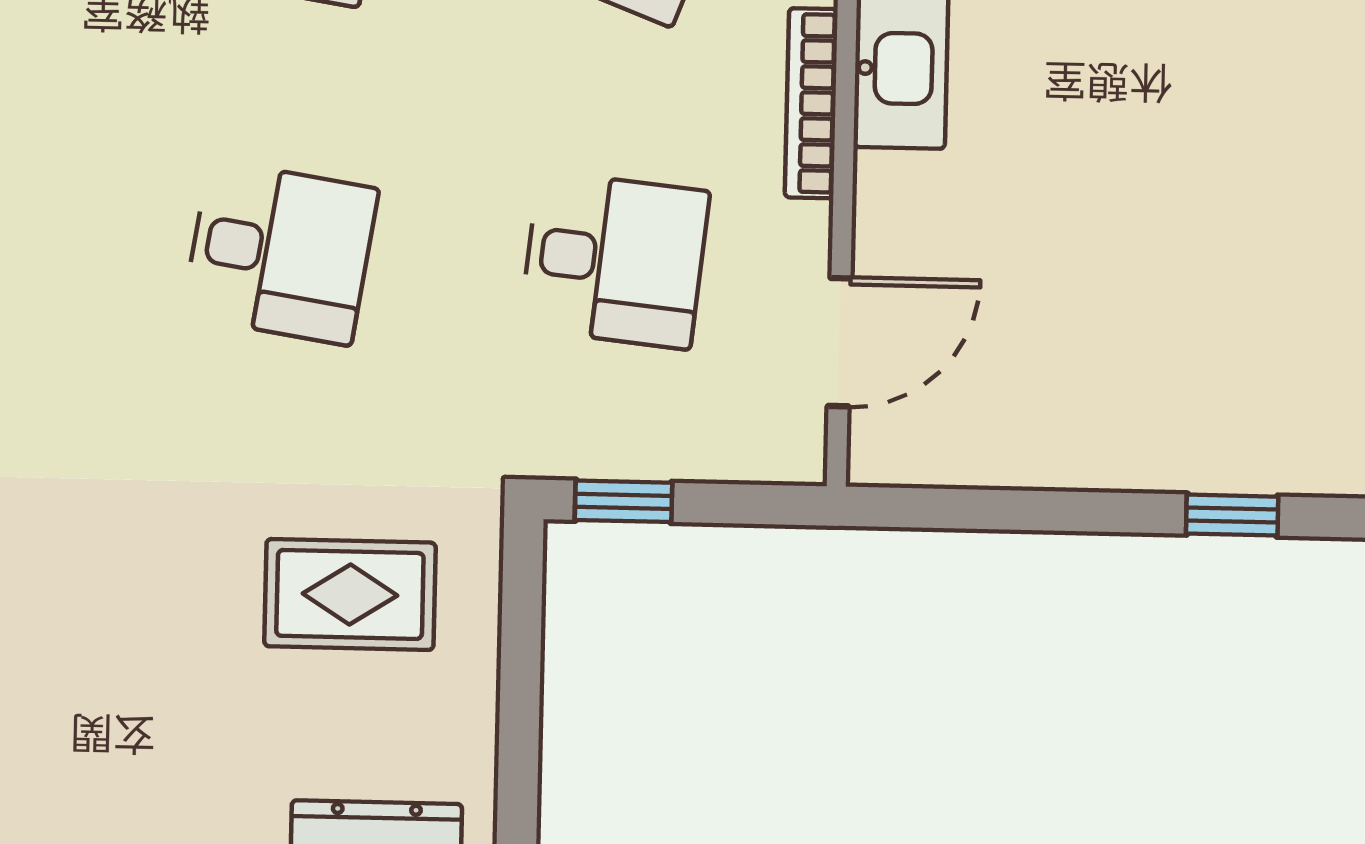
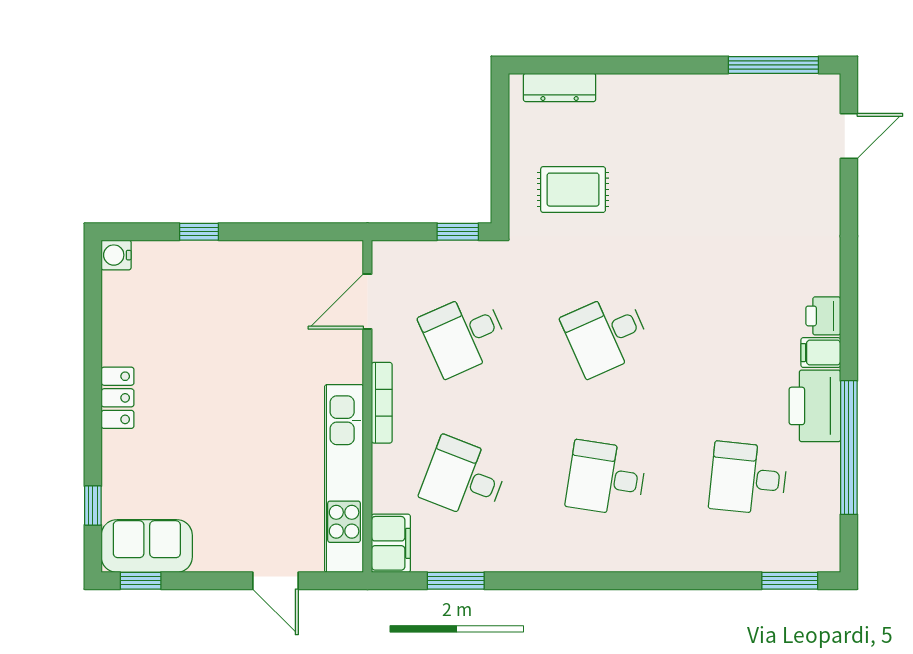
desk: (280, 252) -> (606, 334), turned -33
desk: (614, 260) -> (464, 334), turned -30

